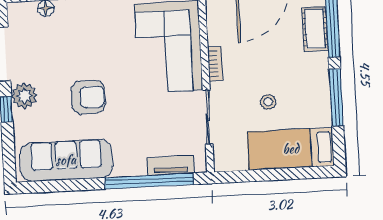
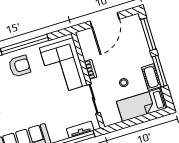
cot: (315, 29) -> (151, 77), moved
armchair: (88, 97) -> (19, 66), moved

